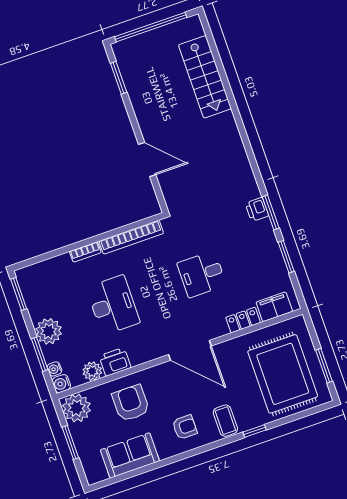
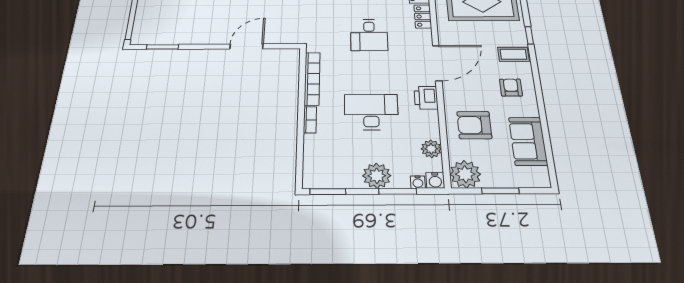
printer: (115, 362) -> (426, 98), moved

